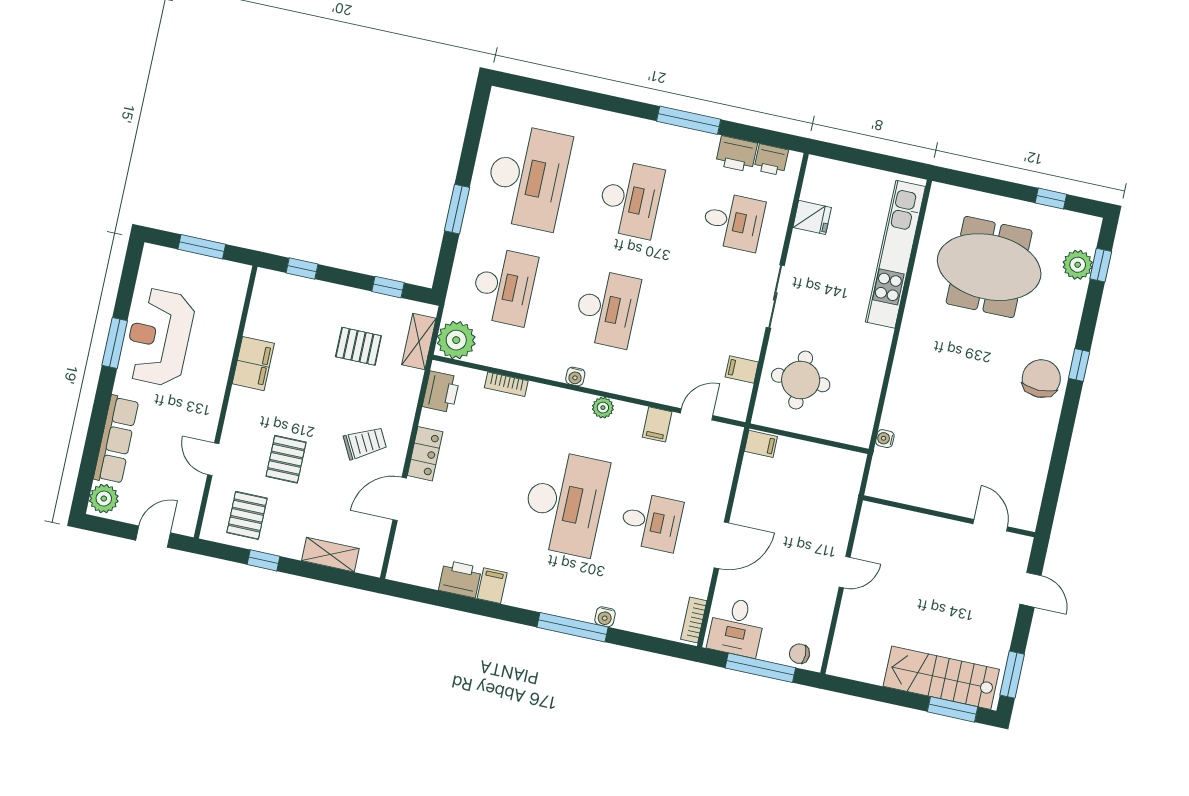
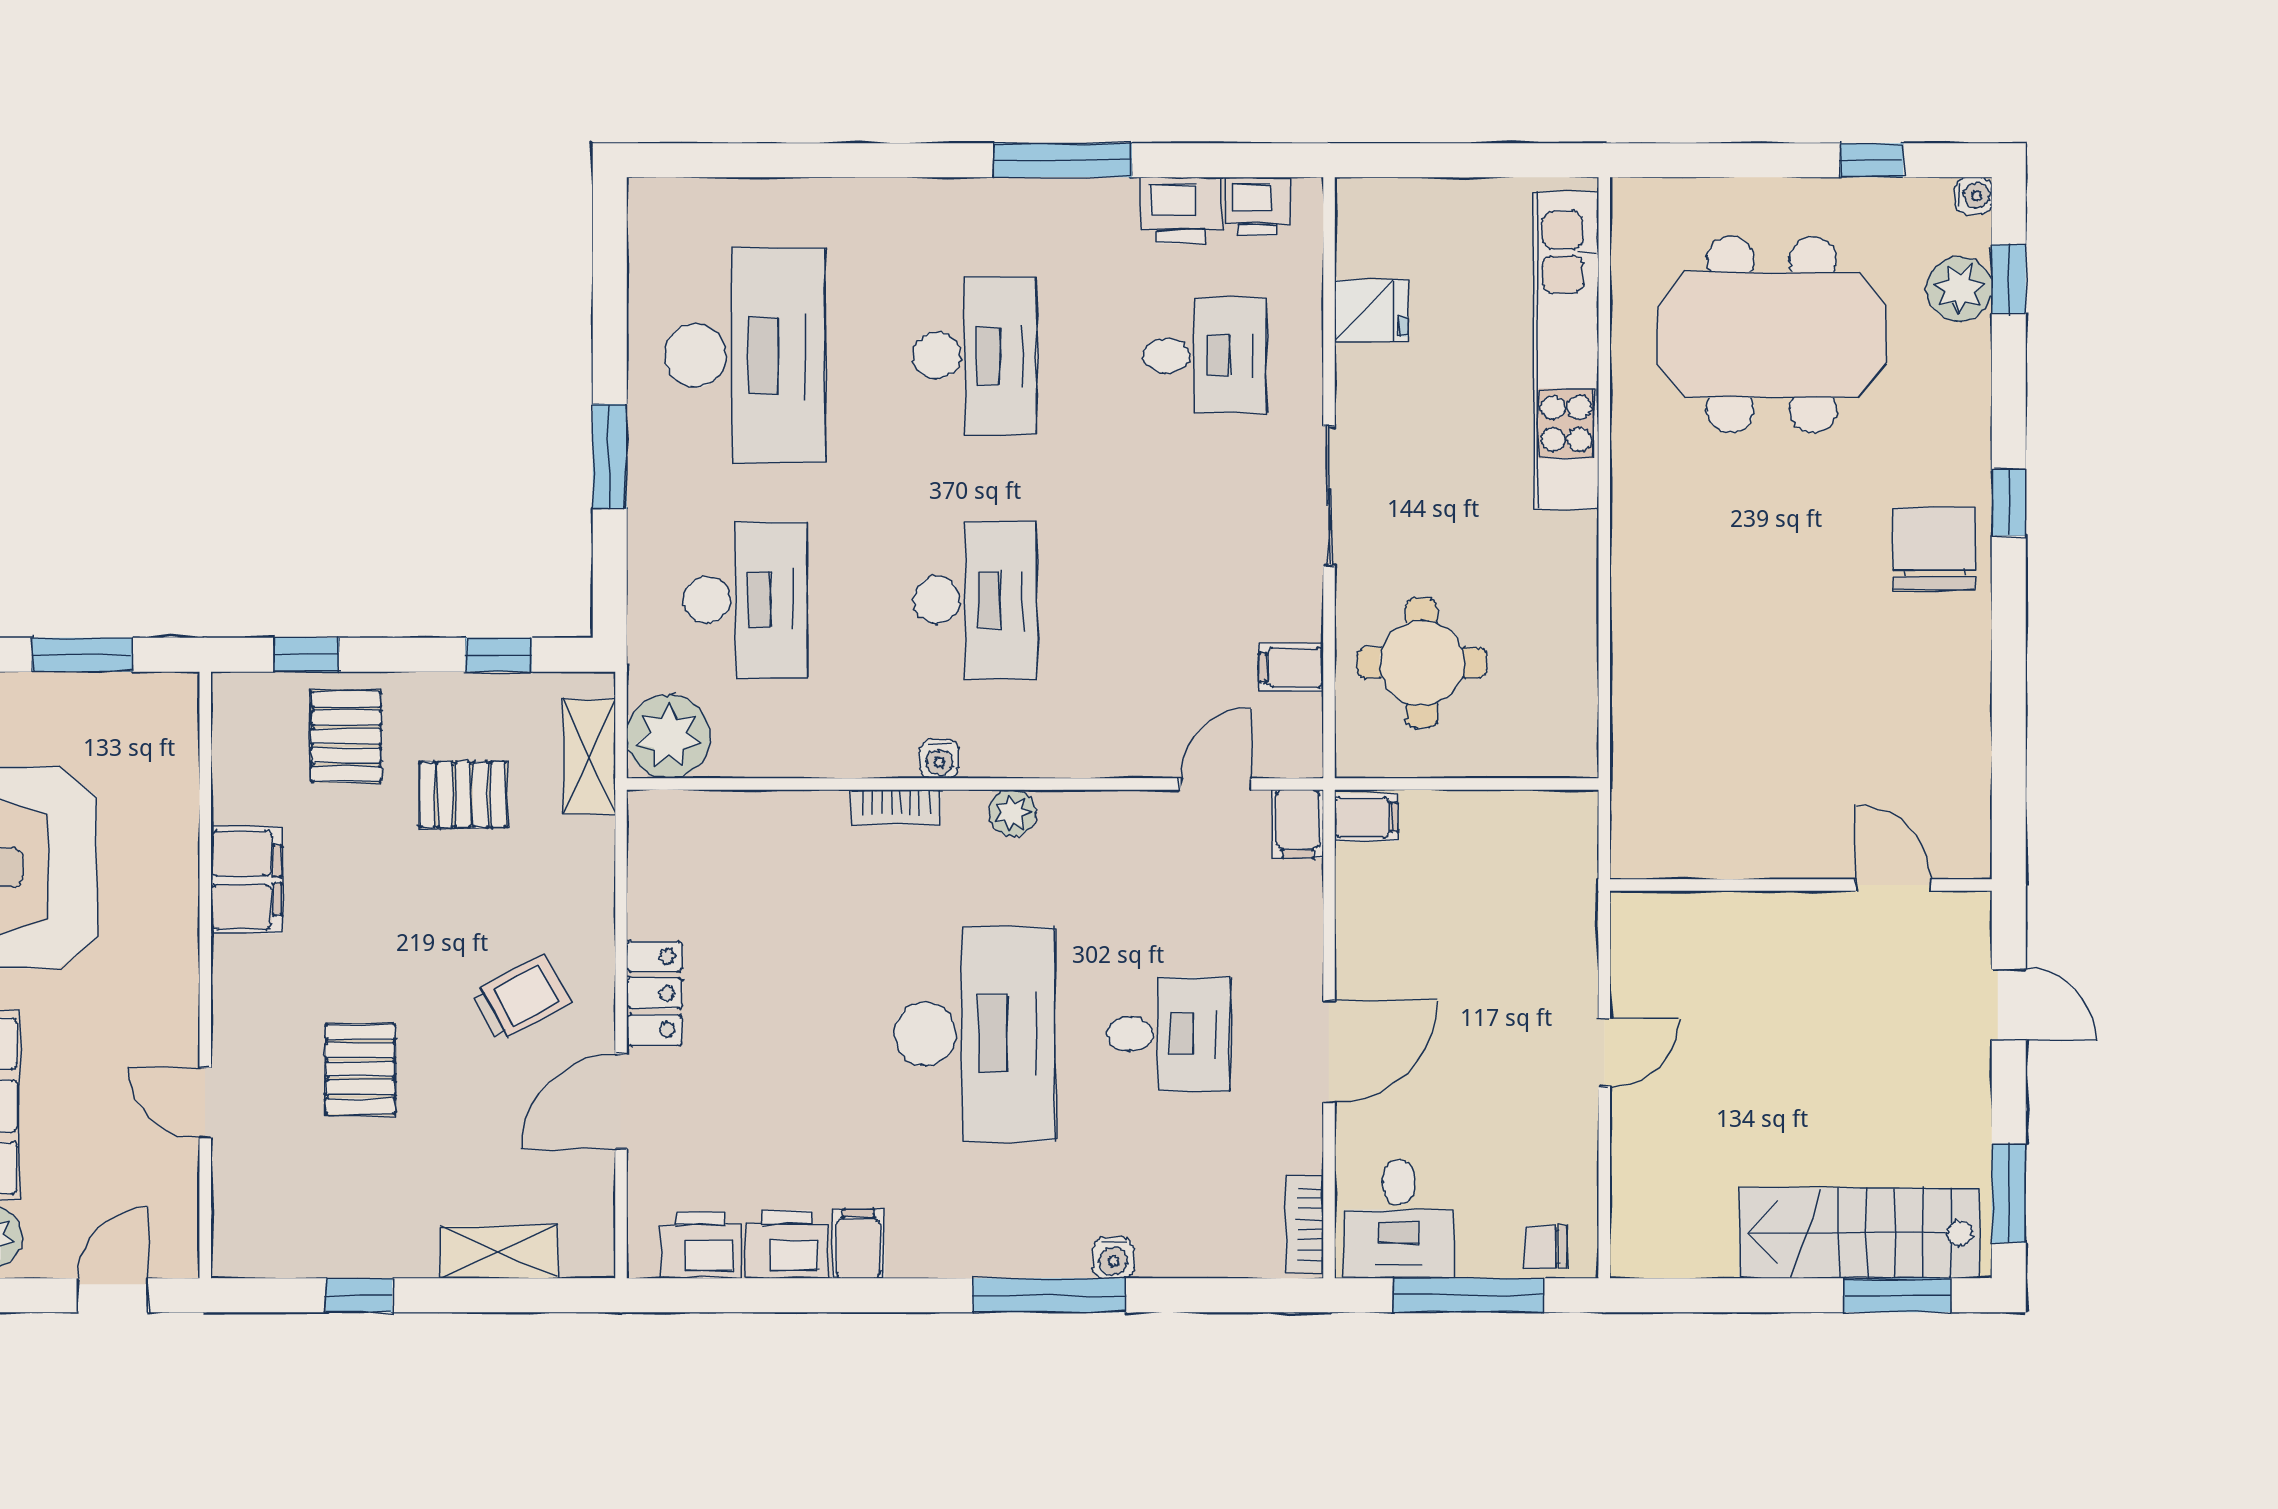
bookcase: (506, 384) -> (896, 808), moved
printer: (441, 392) -> (701, 1245), moved, turned -90
filing cabinet: (657, 424) -> (1298, 824), moved
water cooler: (885, 439) -> (1974, 196), moved, turned 180
pallet: (247, 515) -> (346, 736), moved

